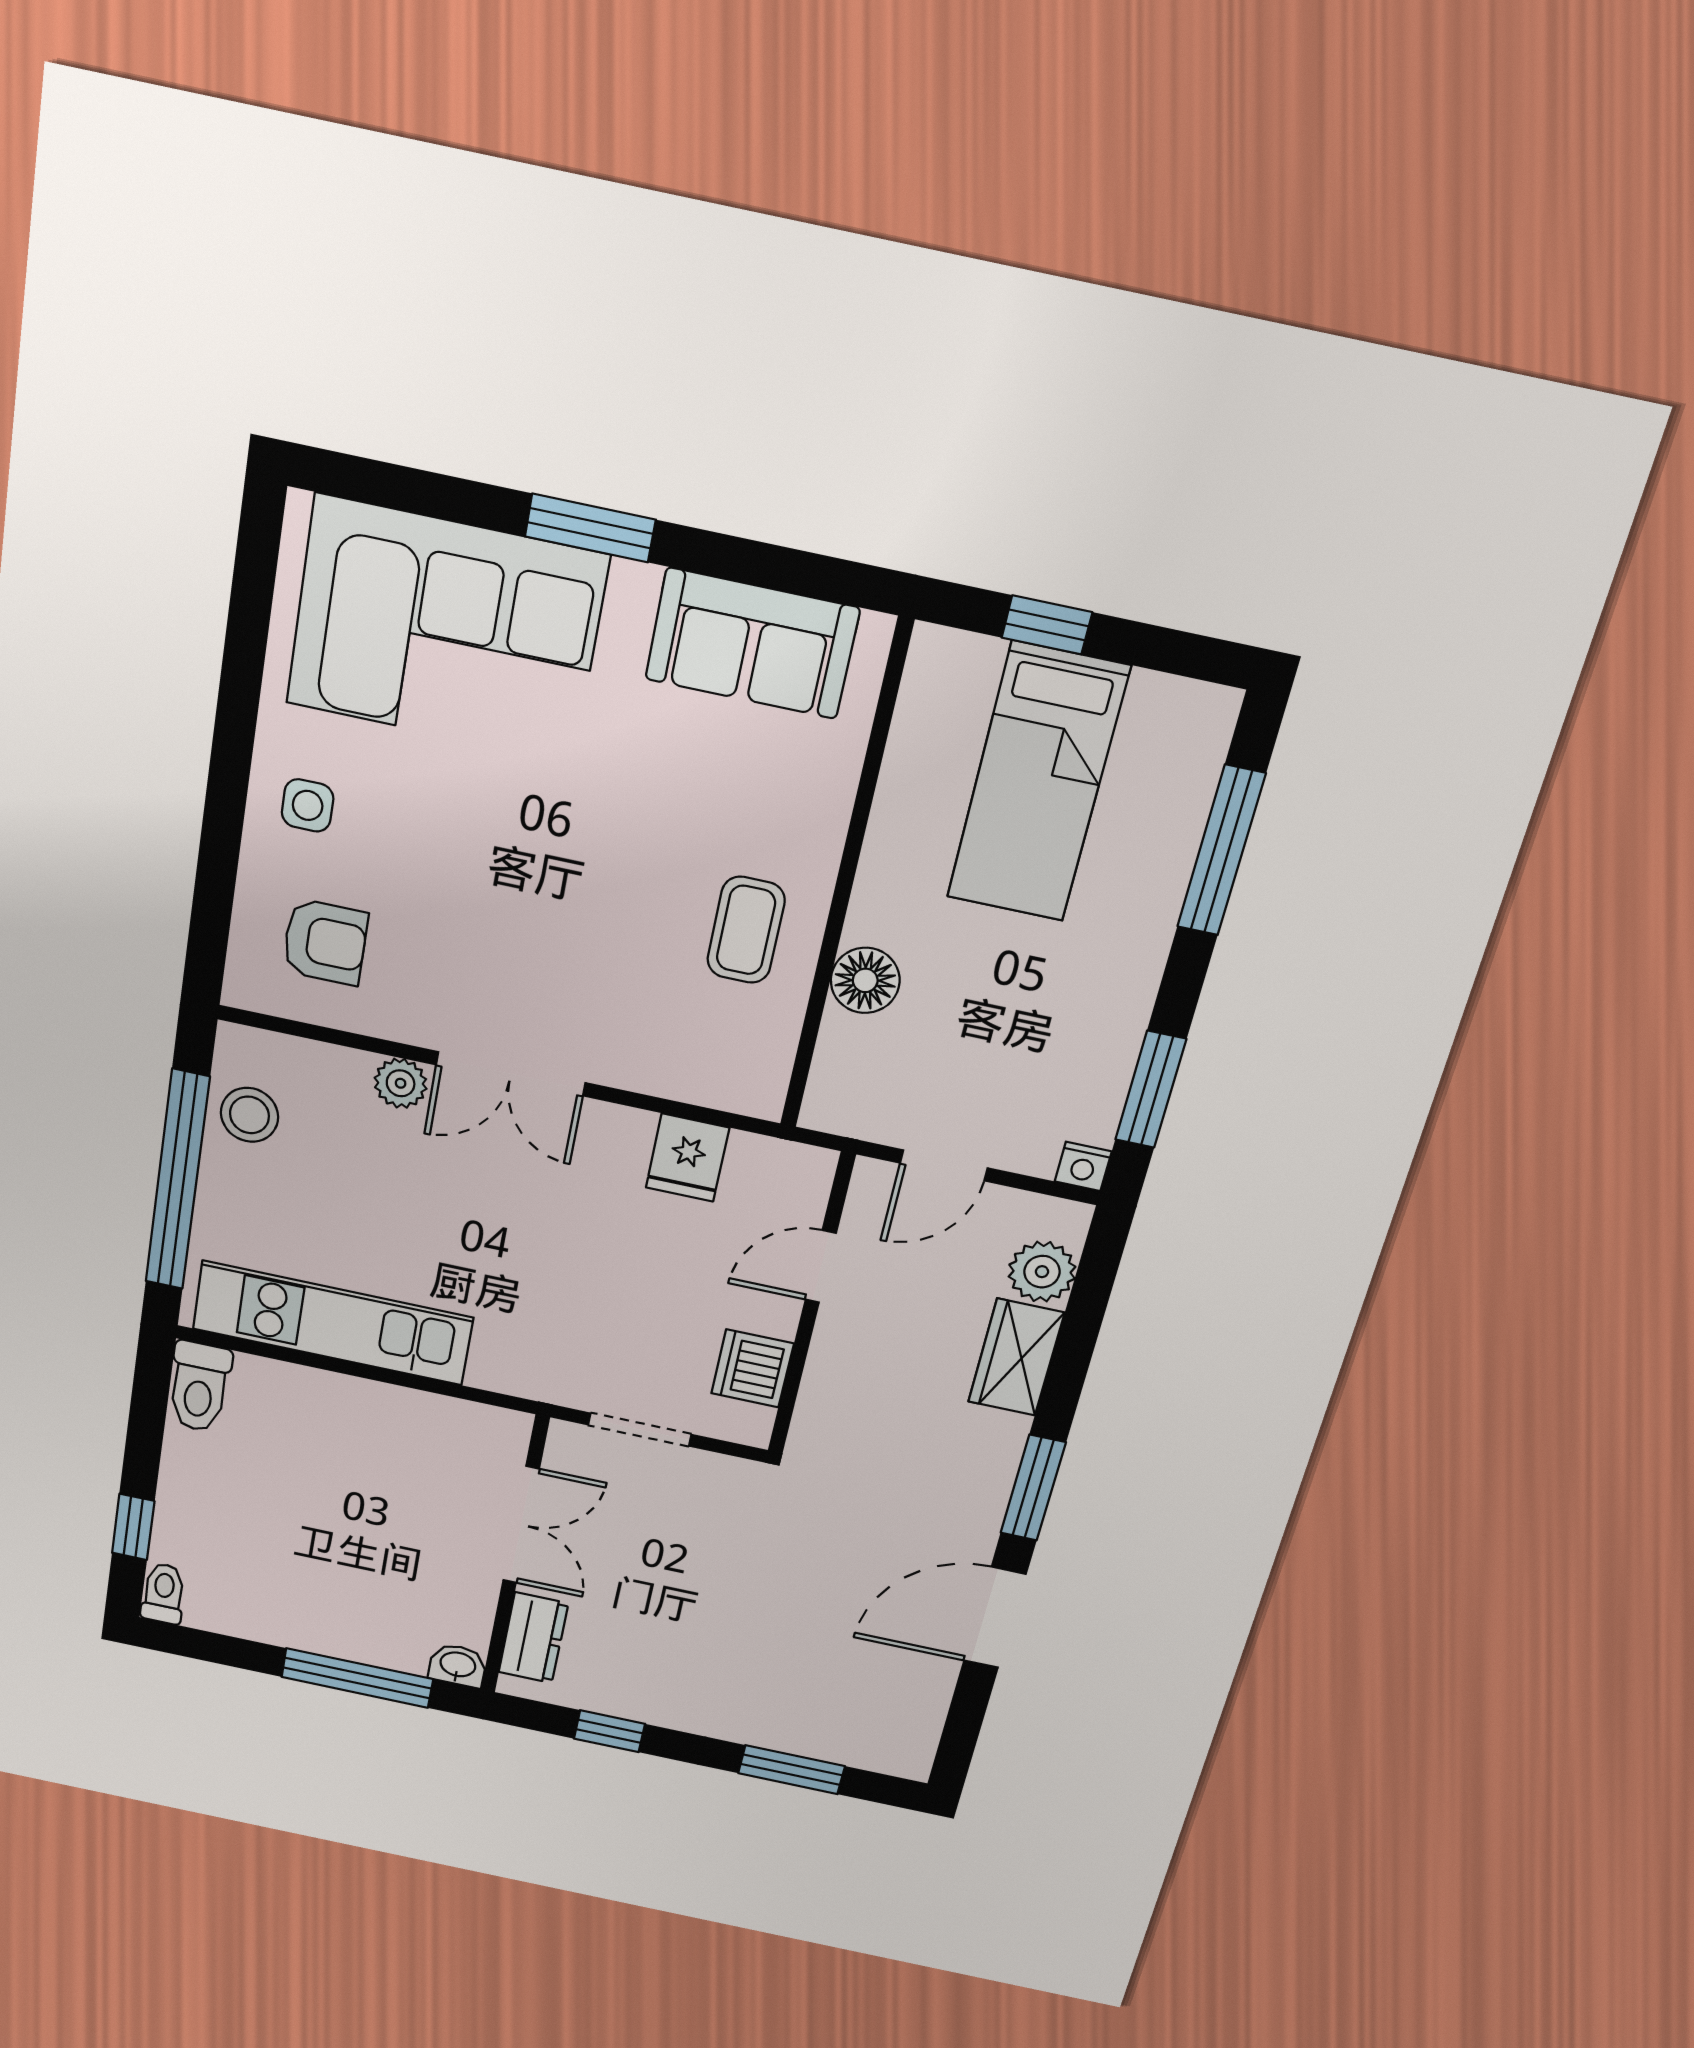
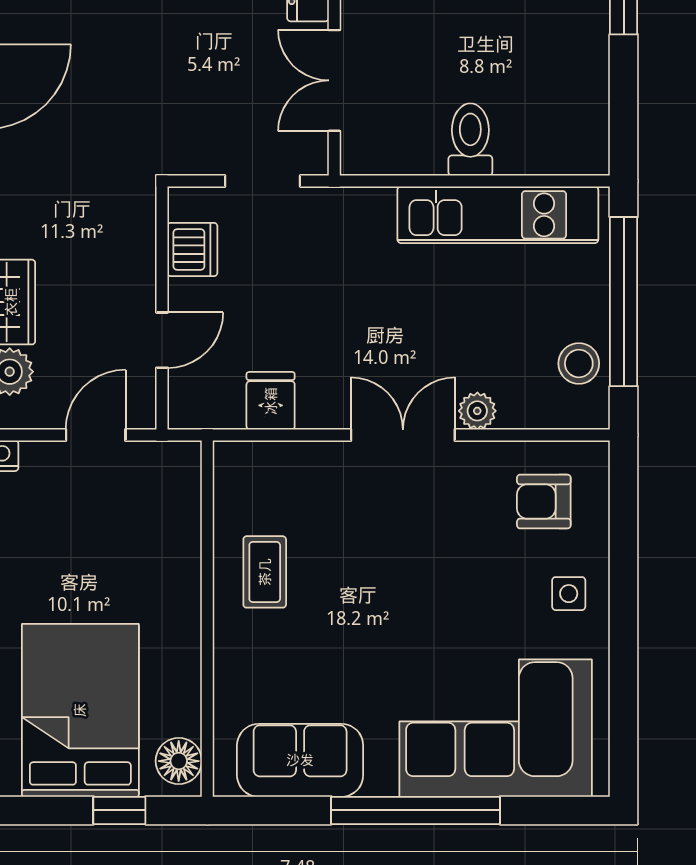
window: (590, 528) -> (416, 810), width x2.11
bed: (1038, 783) -> (80, 710), width x1.50
floor lamp: (865, 980) -> (179, 761), moved
toilet: (199, 1387) -> (470, 140), moved

